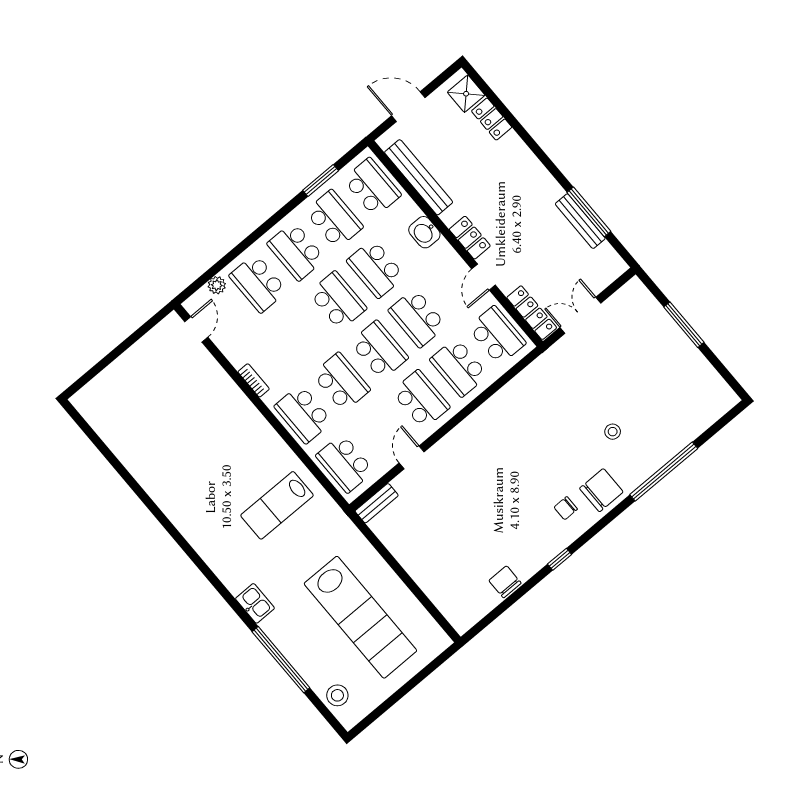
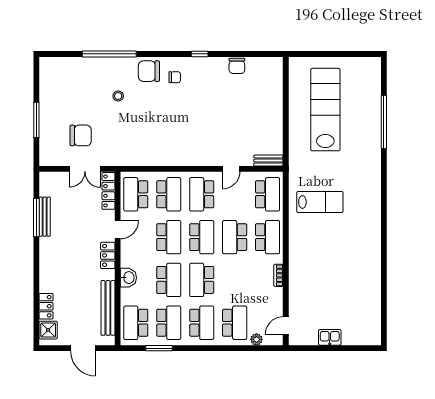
school desk: (334, 219) -> (169, 323), turned 180
school desk: (379, 350) -> (202, 237), turned 180
chair: (617, 350) -> (81, 135), added
kitchen sink: (255, 603) -> (330, 337), moved, turned 90
stool: (337, 695) -> (370, 80), removed

